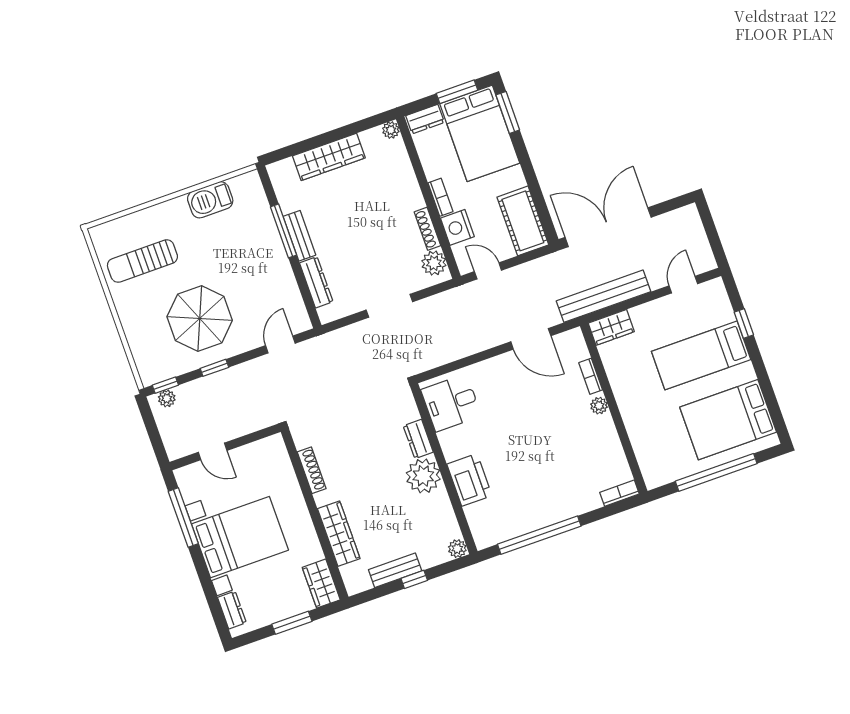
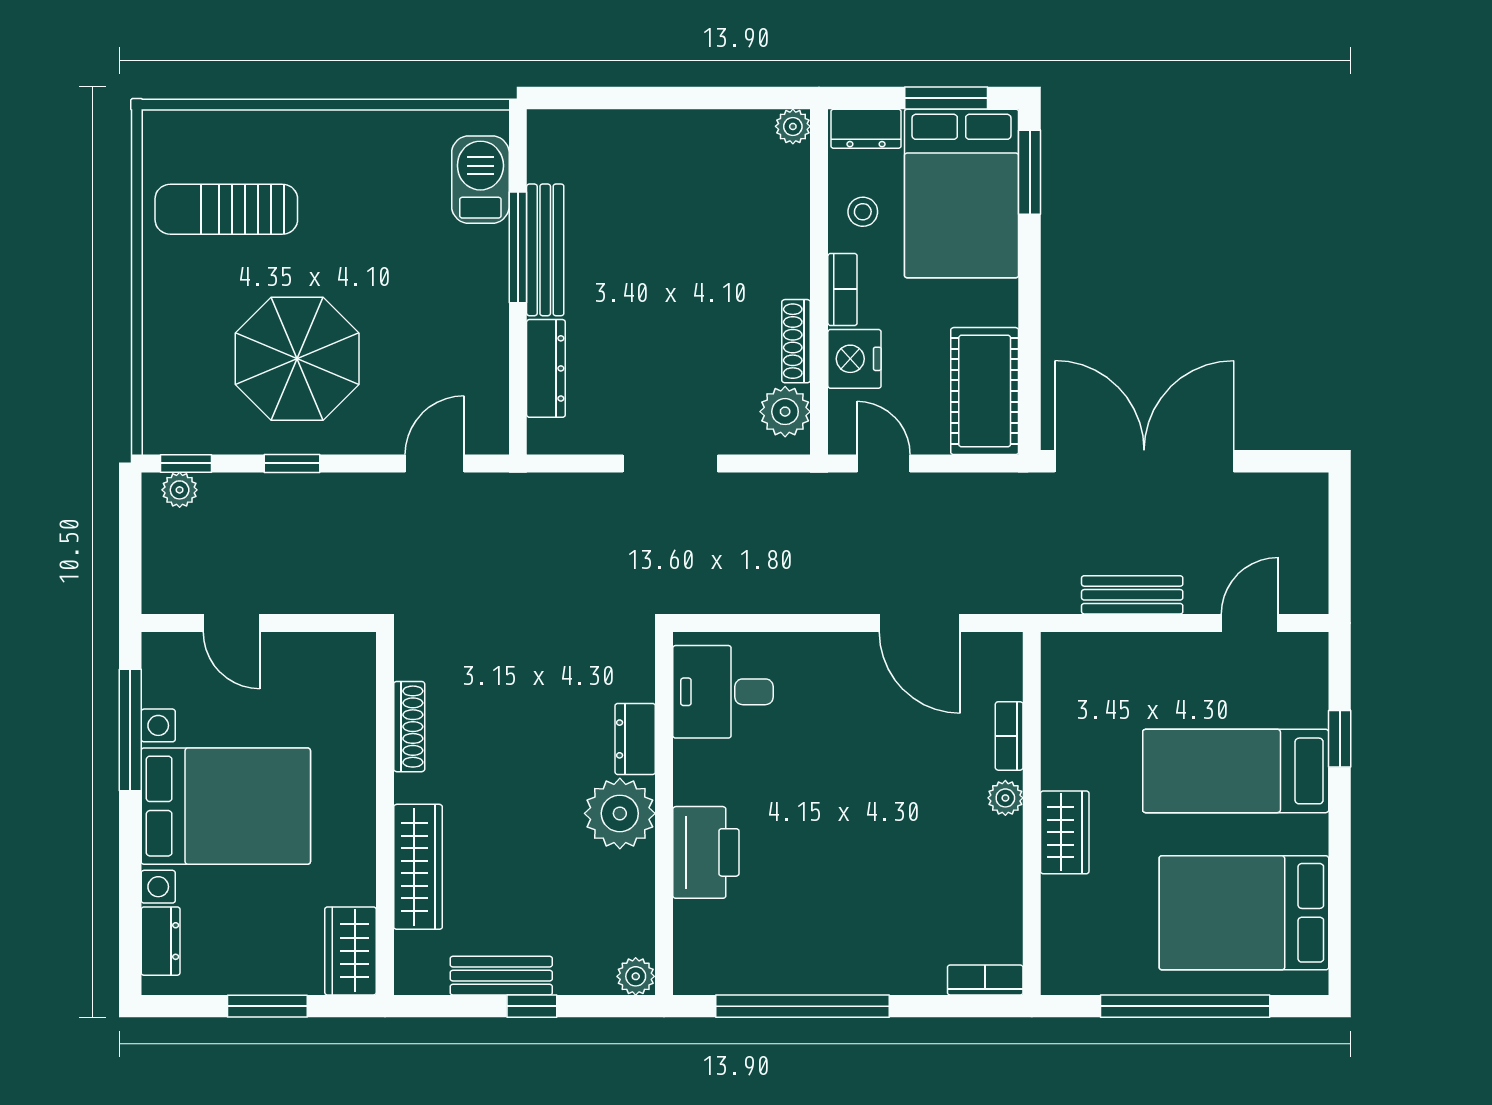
wardrobe: (329, 157) -> (656, 136), removed
stool: (437, 158) -> (863, 212), added
barbecue: (210, 200) -> (480, 180), moved, turned 90
bench: (299, 236) -> (545, 250), width x1.36
bench: (604, 296) -> (1132, 595), width x0.54, depth x0.82
wardrobe: (611, 327) -> (1065, 832), moved, turned -90

